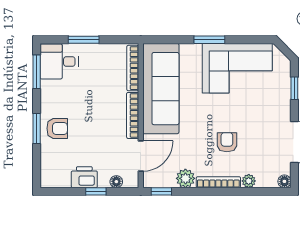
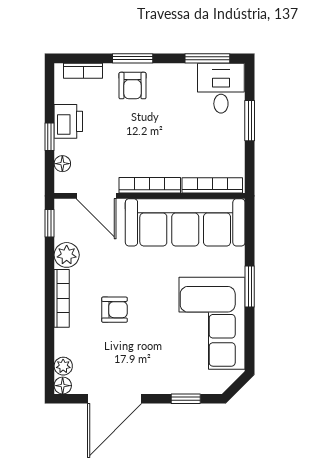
bookcase: (46, 166) -> (83, 71), added
plant: (249, 181) -> (63, 366), moved

